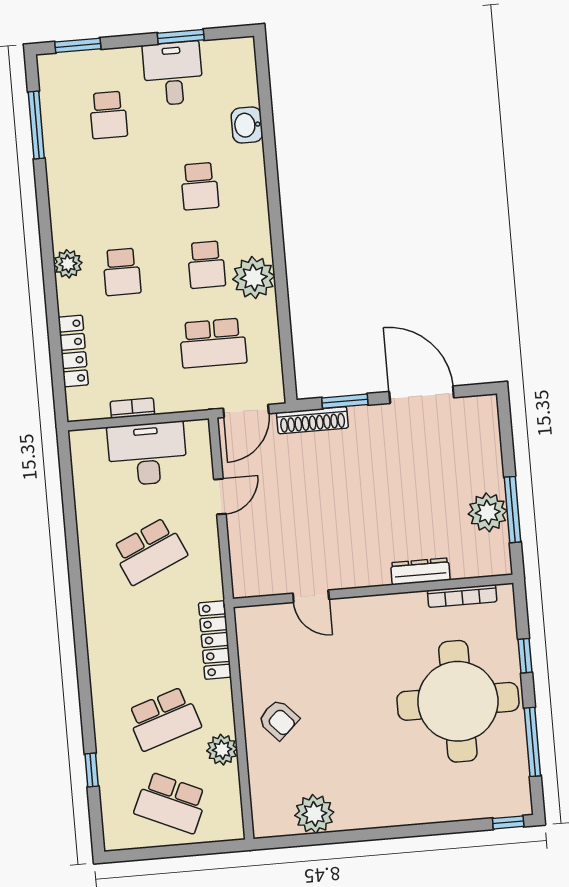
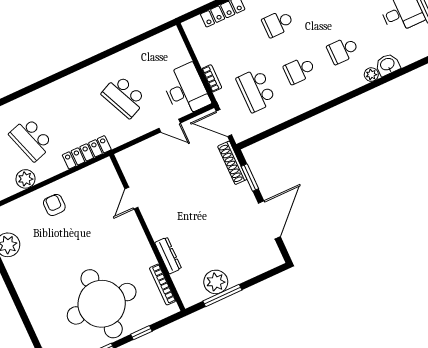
plant: (254, 278) -> (371, 75), moved, width x0.53, depth x0.53
bookcase: (132, 408) -> (212, 78), moved
desk: (147, 454) -> (186, 90), moved
armchair: (279, 720) -> (54, 205), turned 133

